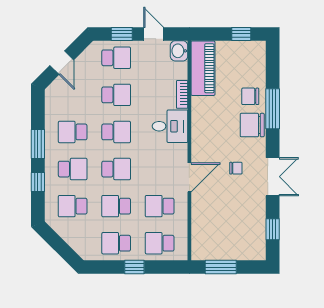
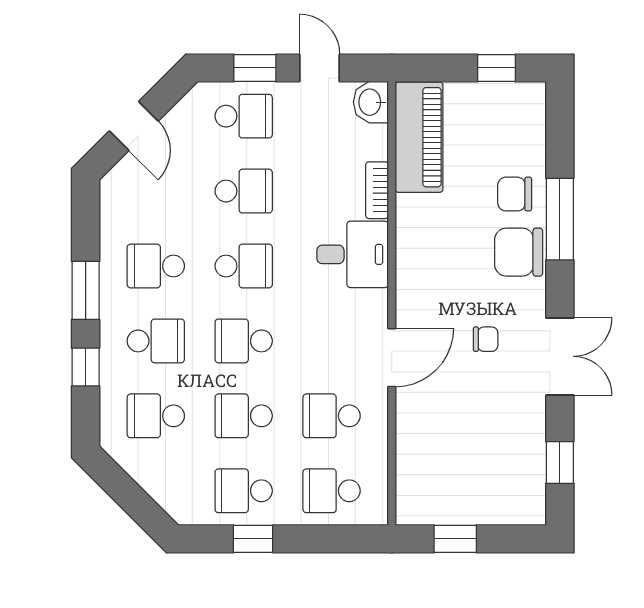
school desk: (116, 169) -> (244, 341), turned 180
window: (134, 267) -> (253, 539), moved
window: (221, 267) -> (455, 539), width x0.67

